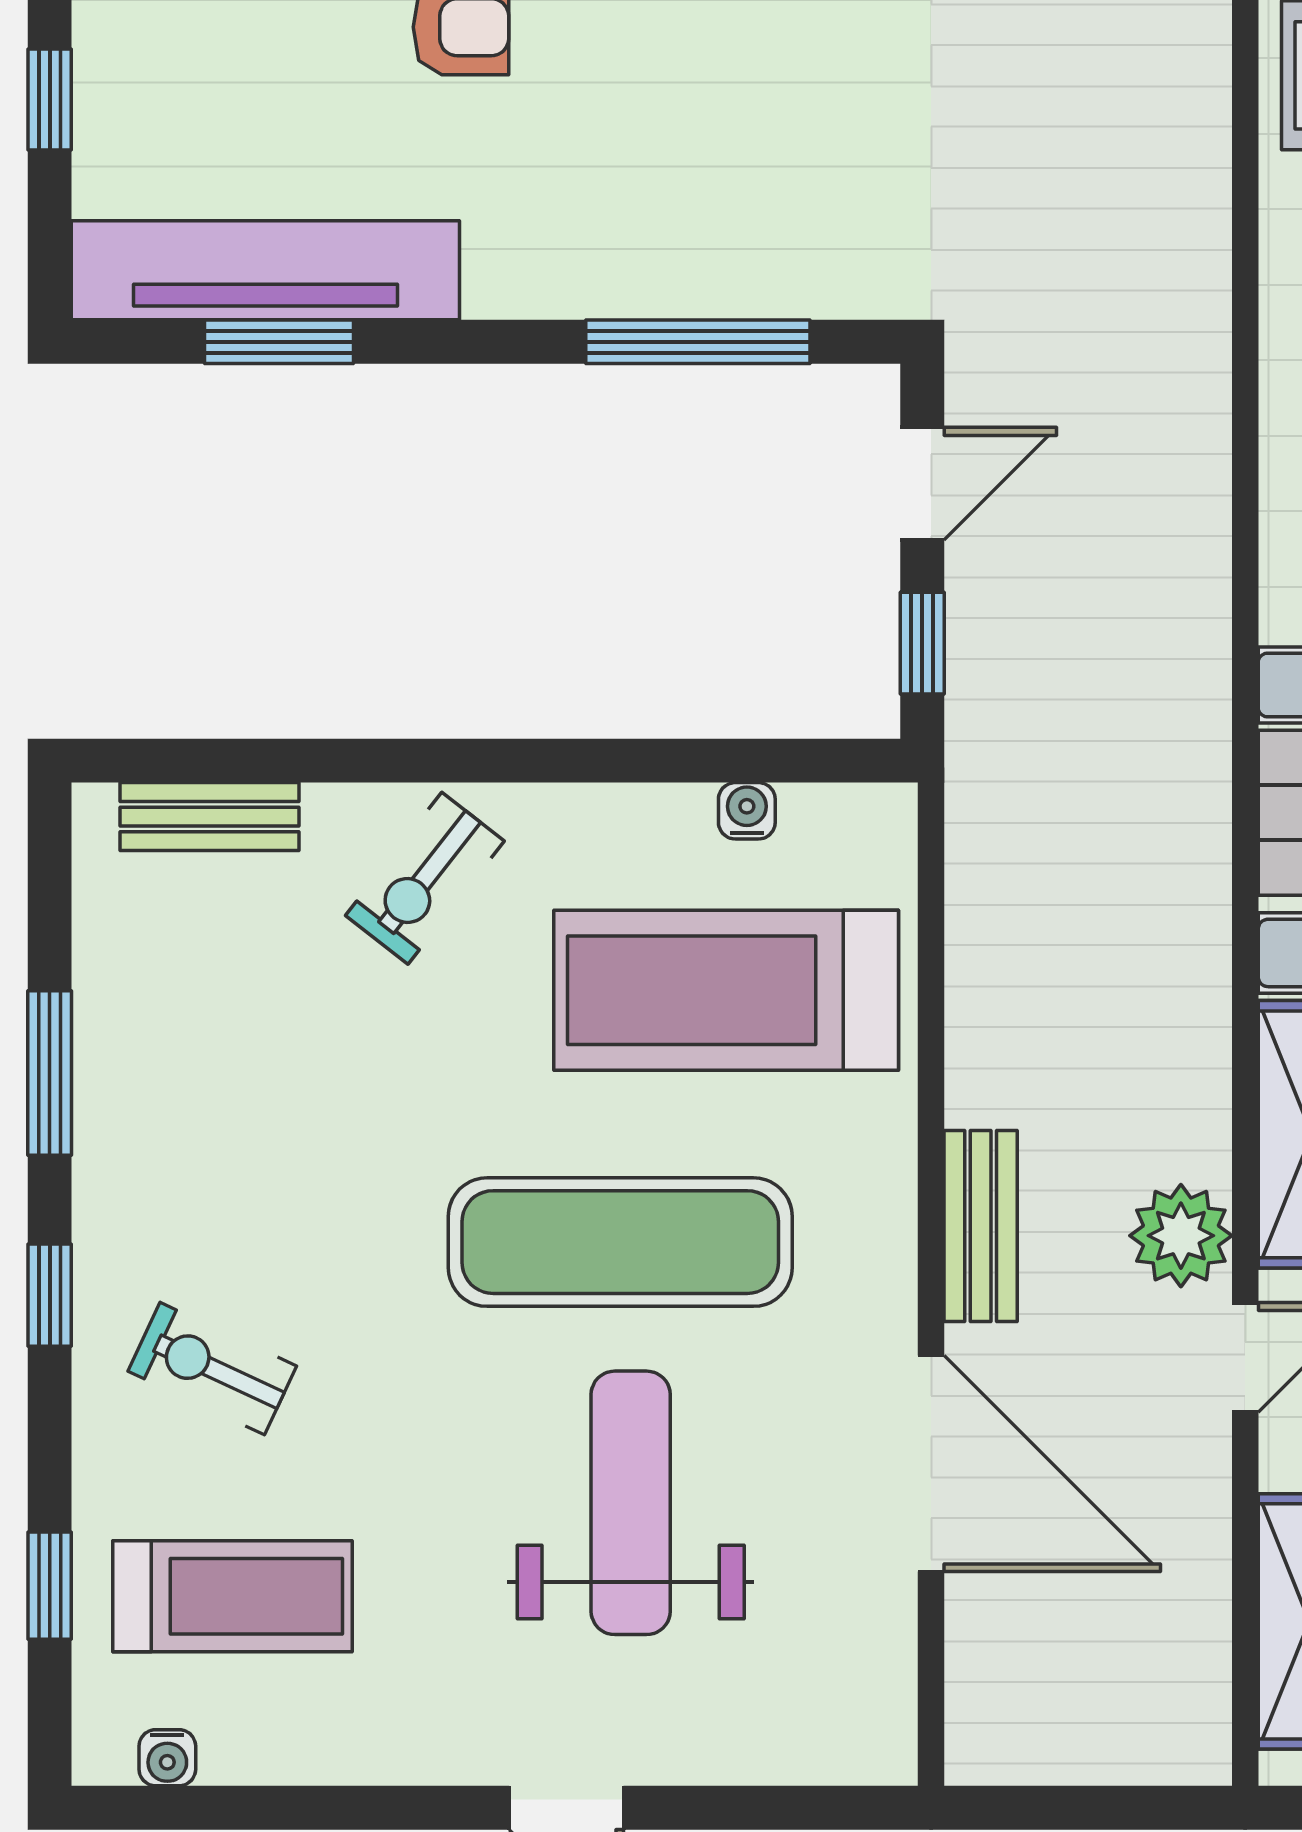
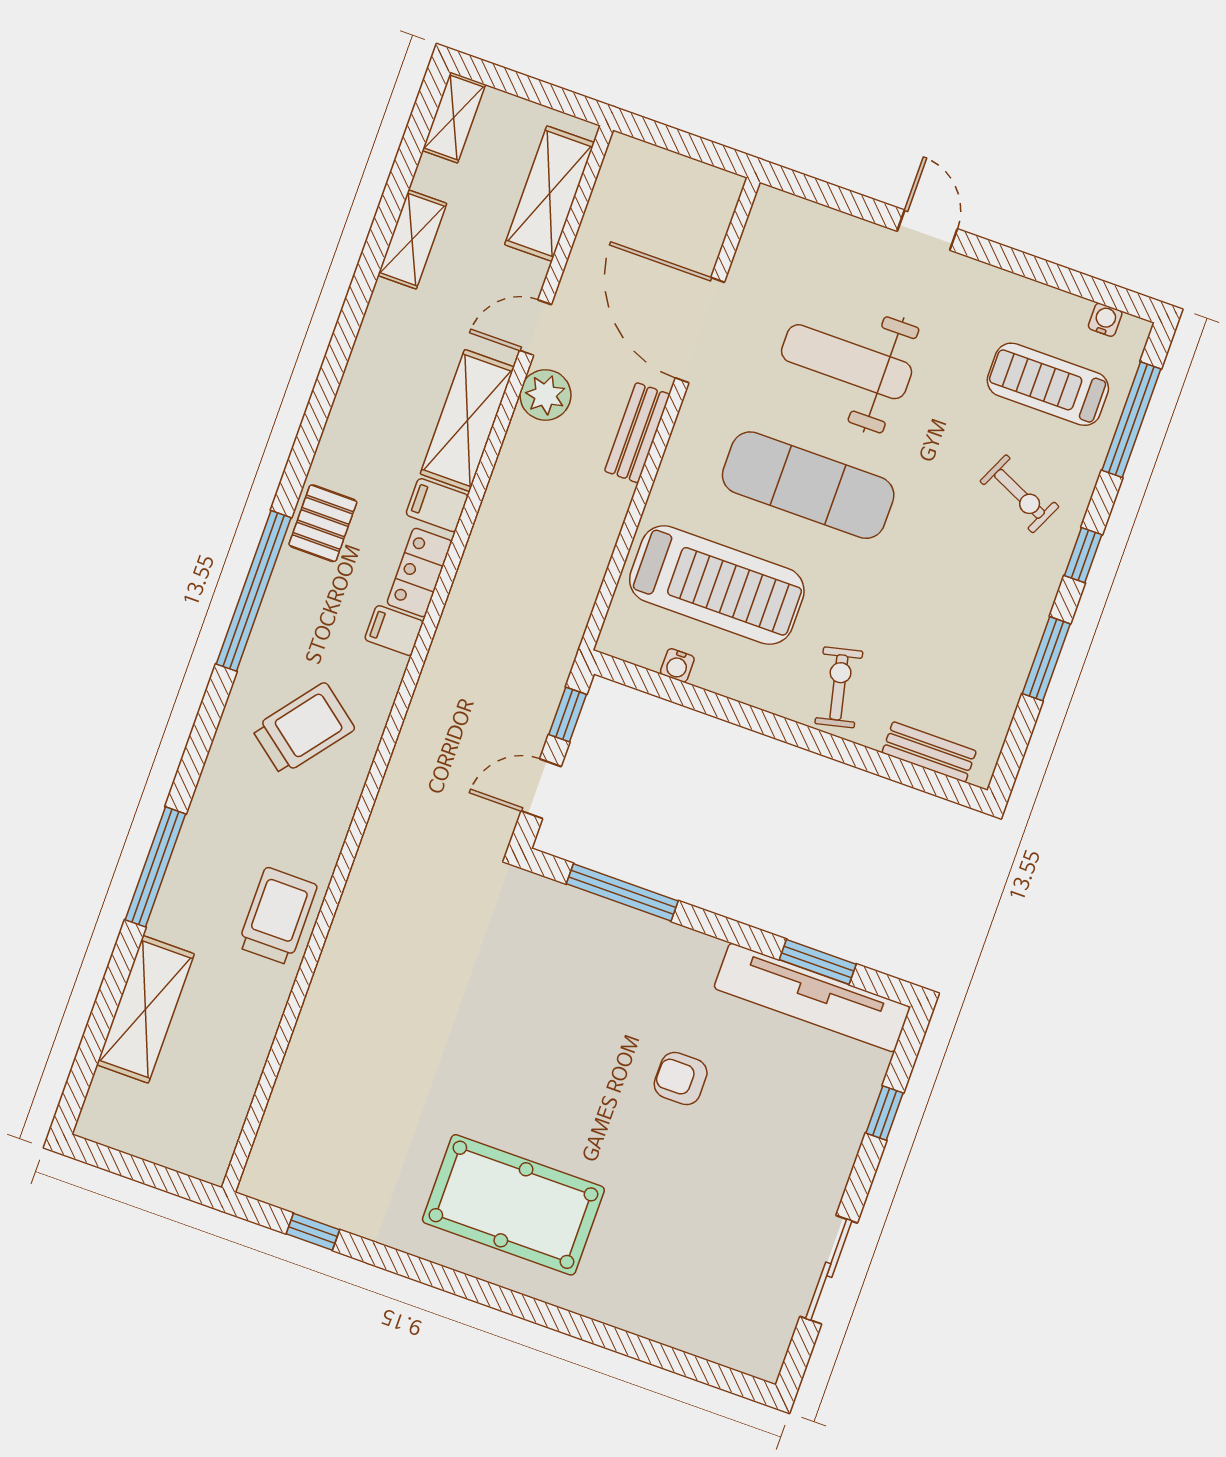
exercise bike: (425, 878) -> (839, 687), turned -51
weight bench: (631, 1503) -> (847, 362), turned 90
window: (50, 1586) -> (1131, 420), width x2.17

